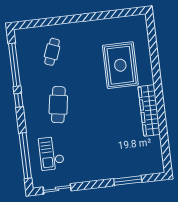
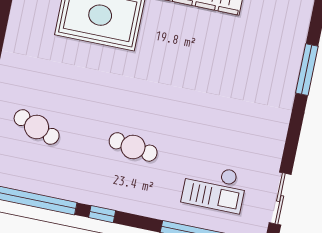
cafe table: (58, 105) -> (133, 147), width x0.73, depth x0.74

